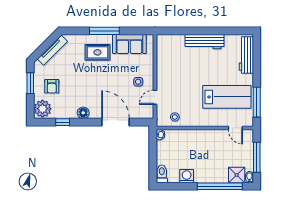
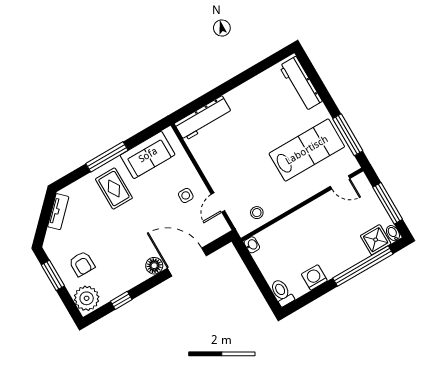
workbench: (205, 42) -> (203, 118), moved
tv unit: (52, 50) -> (58, 212), width x0.71
rug: (97, 52) -> (114, 189), turned 90
floor lamp: (83, 113) -> (154, 266), moved

